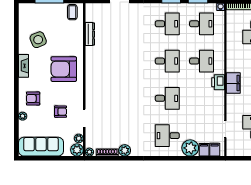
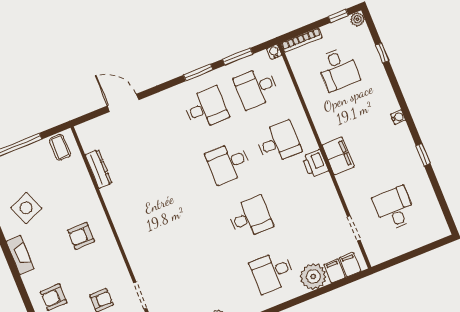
desk: (202, 24) -> (256, 88), turned 180
desk: (167, 61) -> (228, 163), turned 180
armchair: (64, 69) -> (81, 236), width x0.53, depth x0.53

